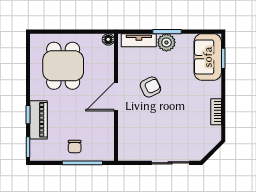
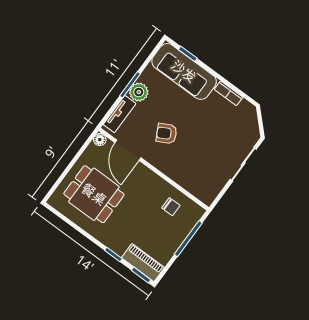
sofa: (208, 57) -> (184, 71), width x1.36
armchair: (150, 87) -> (167, 134), turned -92
door: (116, 97) -> (128, 150), moved
piano: (39, 120) -> (143, 263), moved
chair: (75, 147) -> (171, 207), moved

